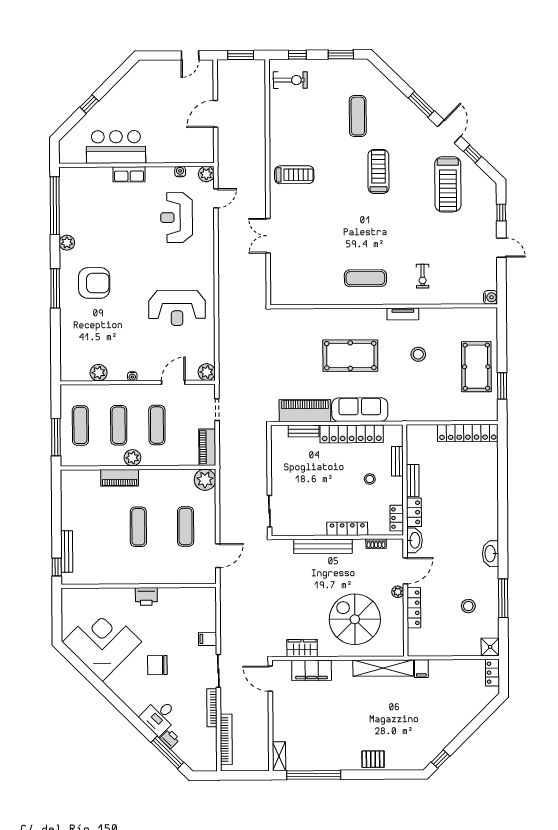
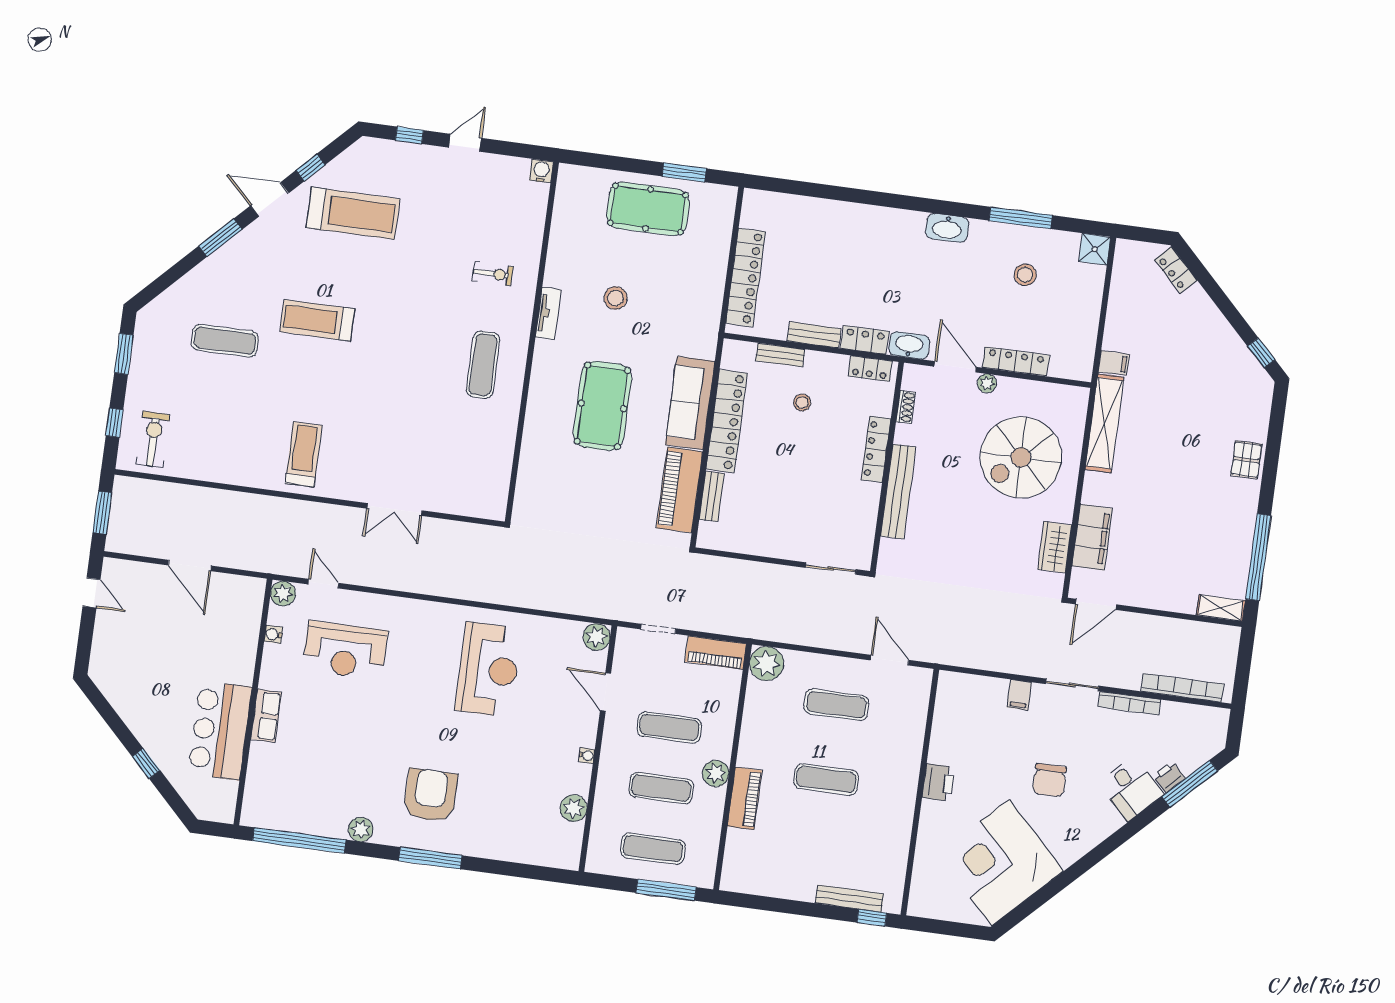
locker: (468, 433) -> (746, 277), moved
locker: (492, 673) -> (1176, 270), moved, turned 45

